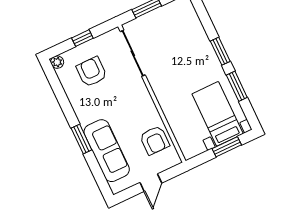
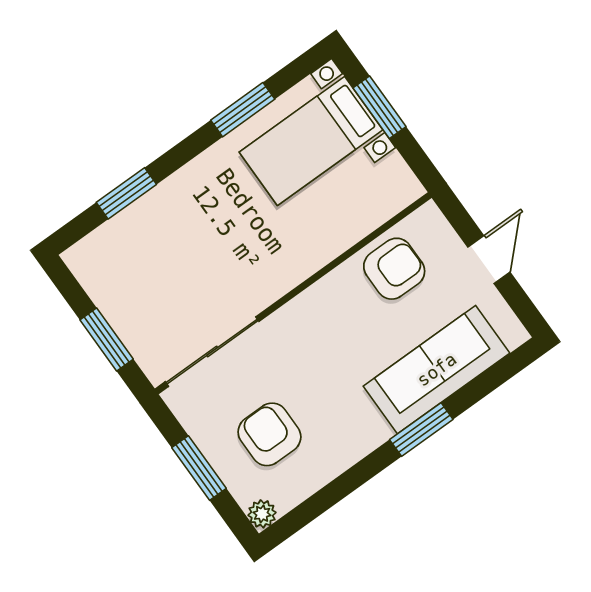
window: (82, 38) -> (199, 468), width x1.50
window: (220, 51) -> (126, 193), moved
armchair: (92, 72) -> (269, 434), turned 90
door: (151, 183) -> (489, 260), hinge flipped

